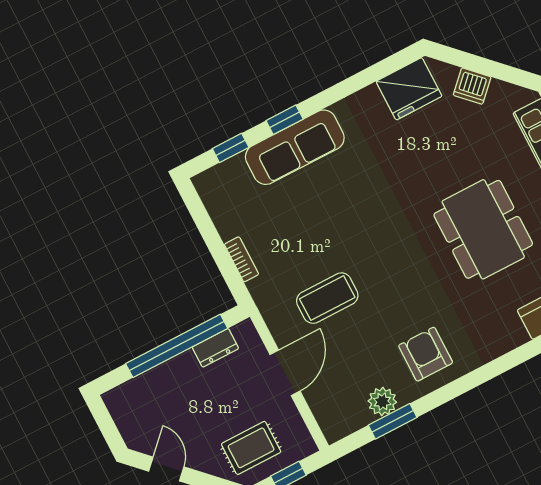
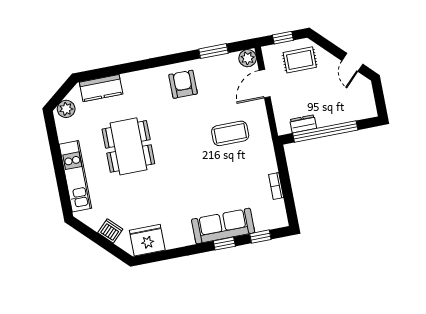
bookcase: (241, 259) -> (276, 186), moved
armchair: (426, 354) -> (183, 84), turned 180
door: (285, 373) -> (265, 84), moved
plant: (382, 402) -> (248, 58), moved

